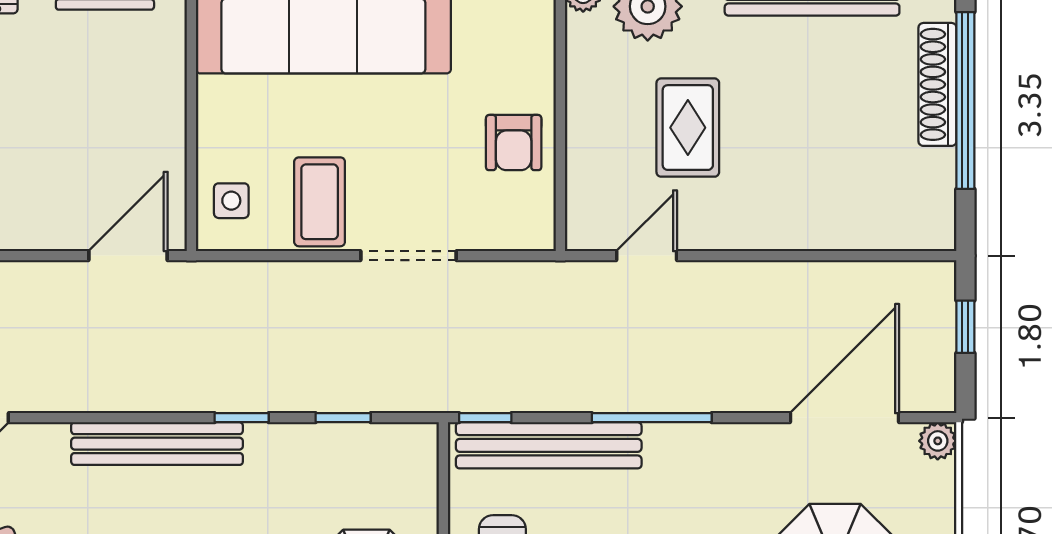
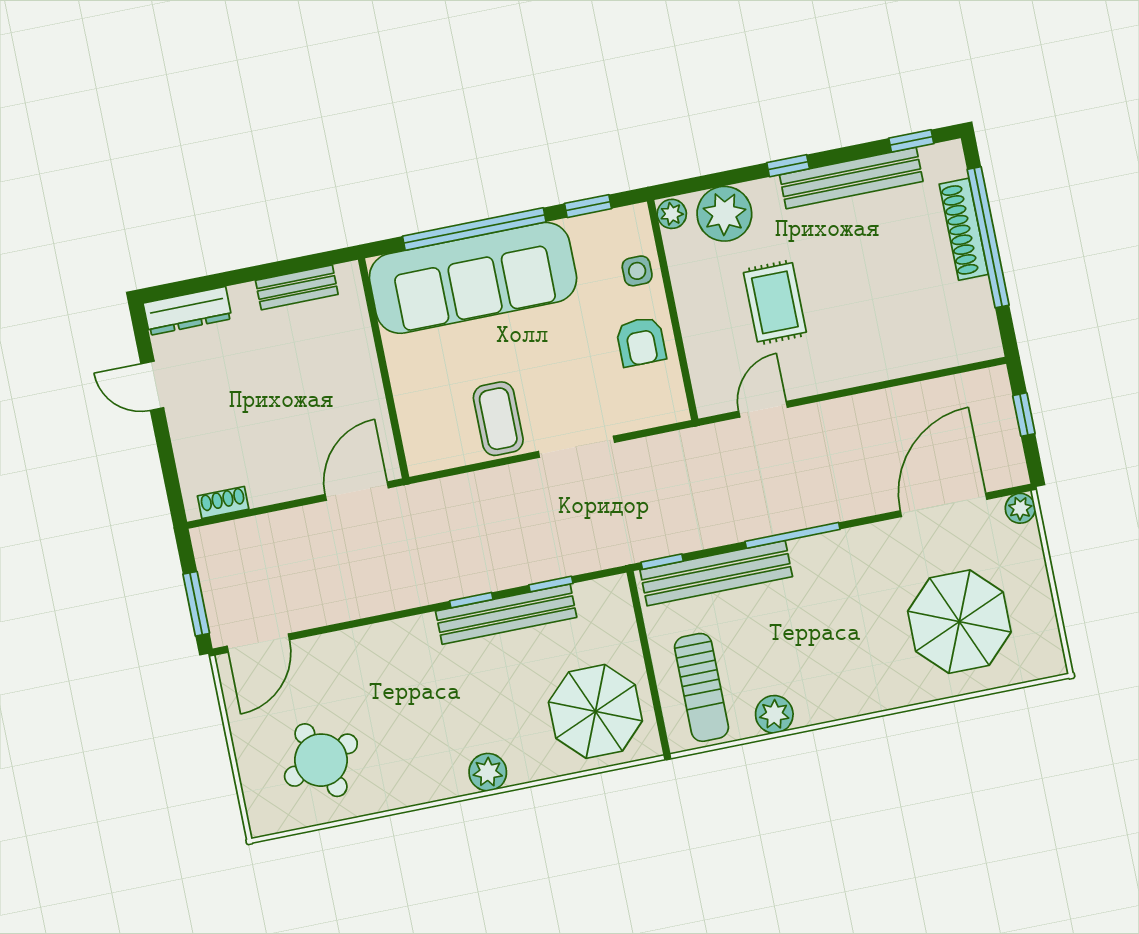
side table: (231, 201) -> (637, 271), moved
bench: (157, 444) -> (506, 614), moved

